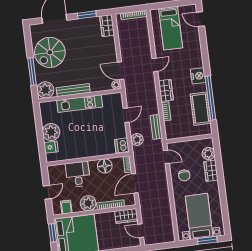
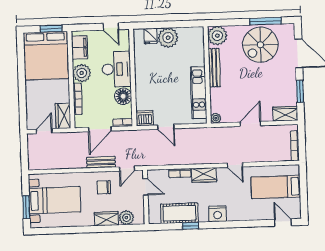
door: (200, 19) -> (283, 223), hinge flipped
spiral stairs: (50, 52) -> (260, 45), turned -90
door: (121, 71) -> (250, 124), moved
window: (32, 72) -> (265, 21), moved
window: (210, 98) -> (191, 226), width x0.32
kitchen unit: (80, 104) -> (199, 93), moved
door: (126, 115) -> (166, 127), moved
bench: (156, 127) -> (101, 162), moved
plant: (137, 139) -> (150, 136), removed
door: (181, 140) -> (145, 187), added
desk: (78, 174) -> (116, 69), width x1.37
door: (135, 183) -> (100, 129), swing flipped
door: (47, 192) -> (111, 27), moved
filing cabinet: (66, 207) -> (80, 47), width x2.00

